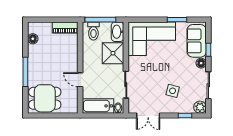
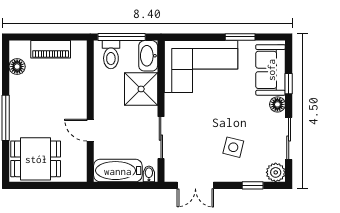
piano: (65, 28) -> (51, 49), moved

